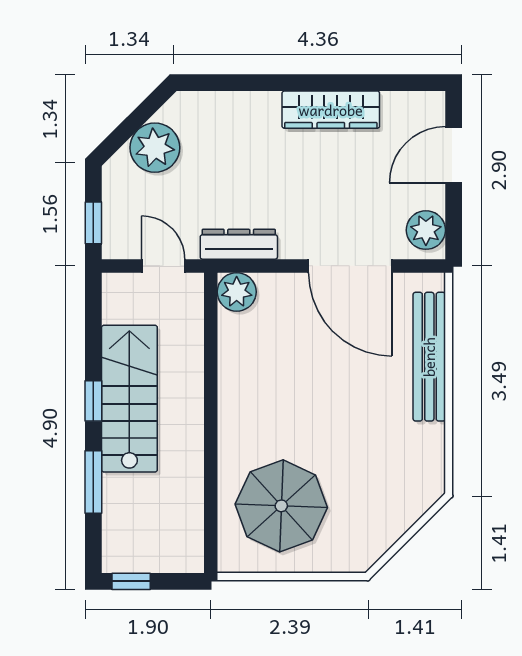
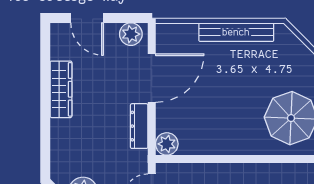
dresser: (239, 244) -> (139, 126), moved
bench: (429, 357) -> (236, 32), moved

